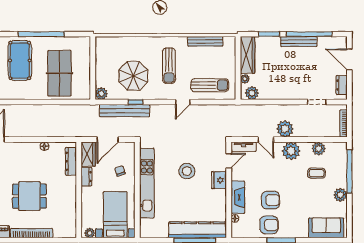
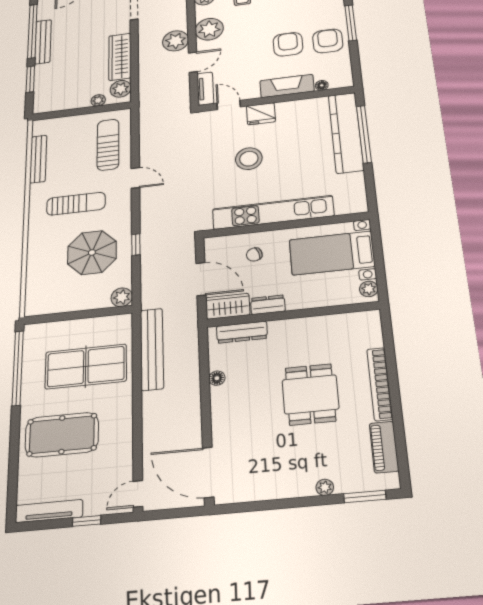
window: (41, 34) -> (18, 368), moved
wardrobe: (248, 55) -> (120, 57), moved, turned -90
bench: (124, 111) -> (152, 349), moved

